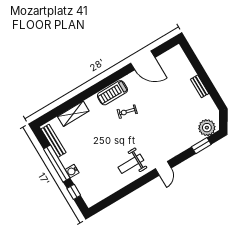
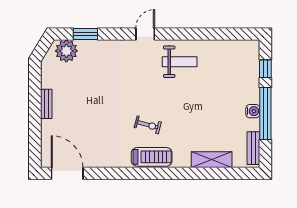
door: (143, 60) -> (67, 173), moved
bench: (54, 141) -> (253, 148), width x0.73
water cooler: (72, 171) -> (253, 111), moved

